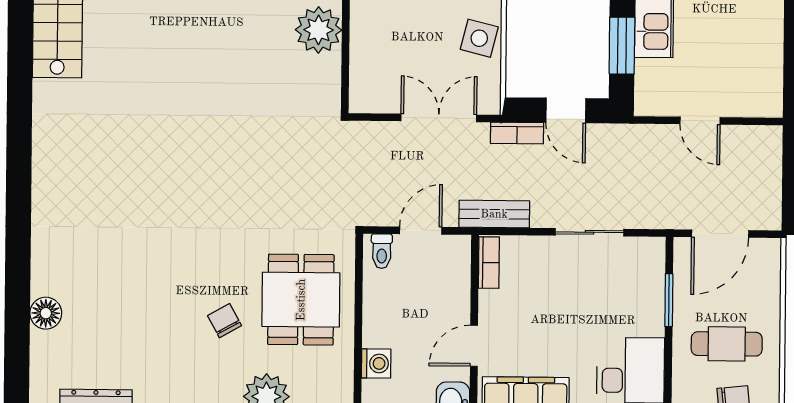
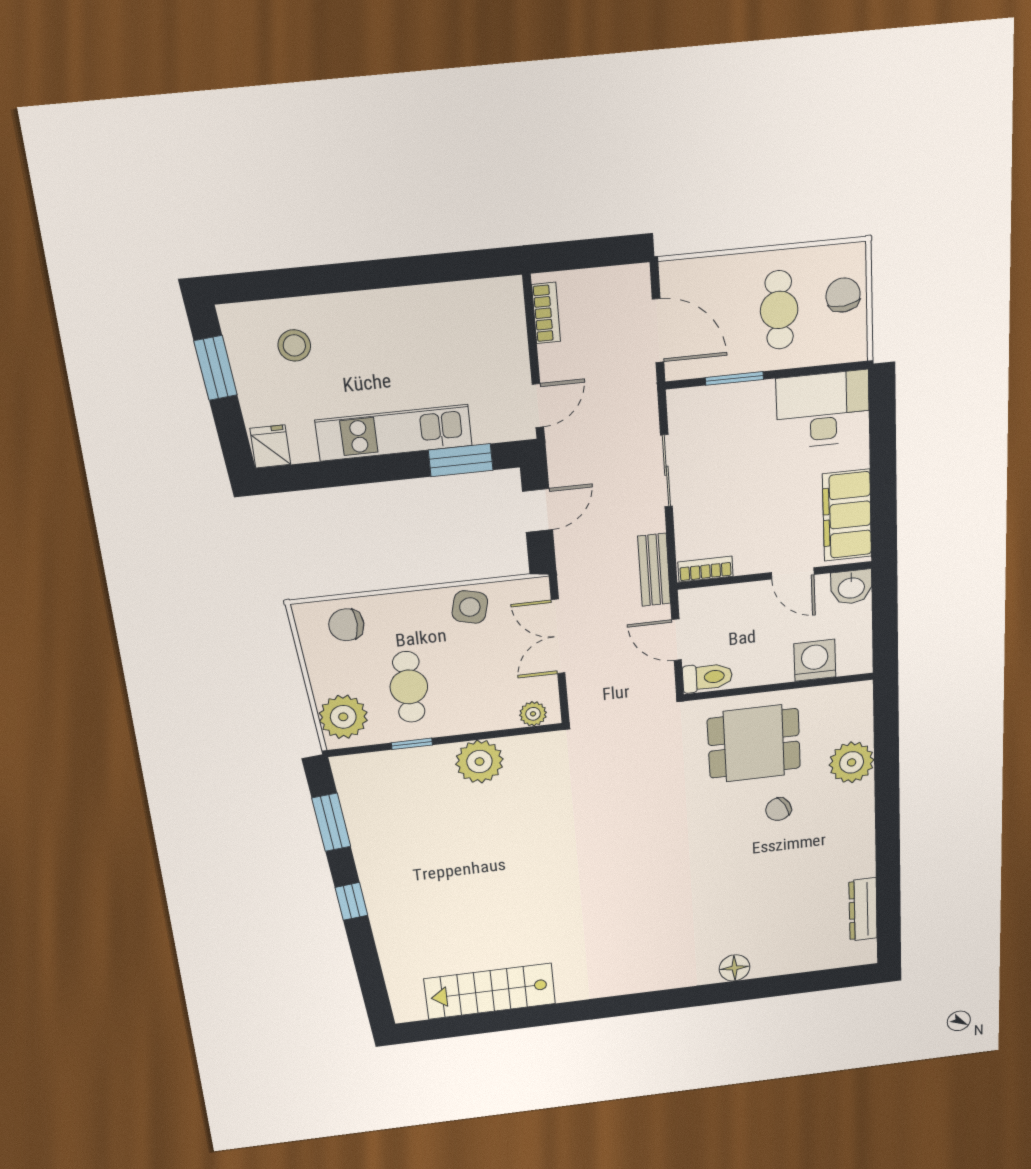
plant: (362, 87) -> (533, 714), added
door: (700, 121) -> (538, 406), moved
bookcase: (517, 133) -> (546, 313), moved
toilet: (382, 251) -> (707, 677), width x1.37, depth x1.39
floor lamp: (46, 313) -> (735, 968), moved
washing machine: (376, 363) -> (815, 660), width x1.38, depth x1.38

